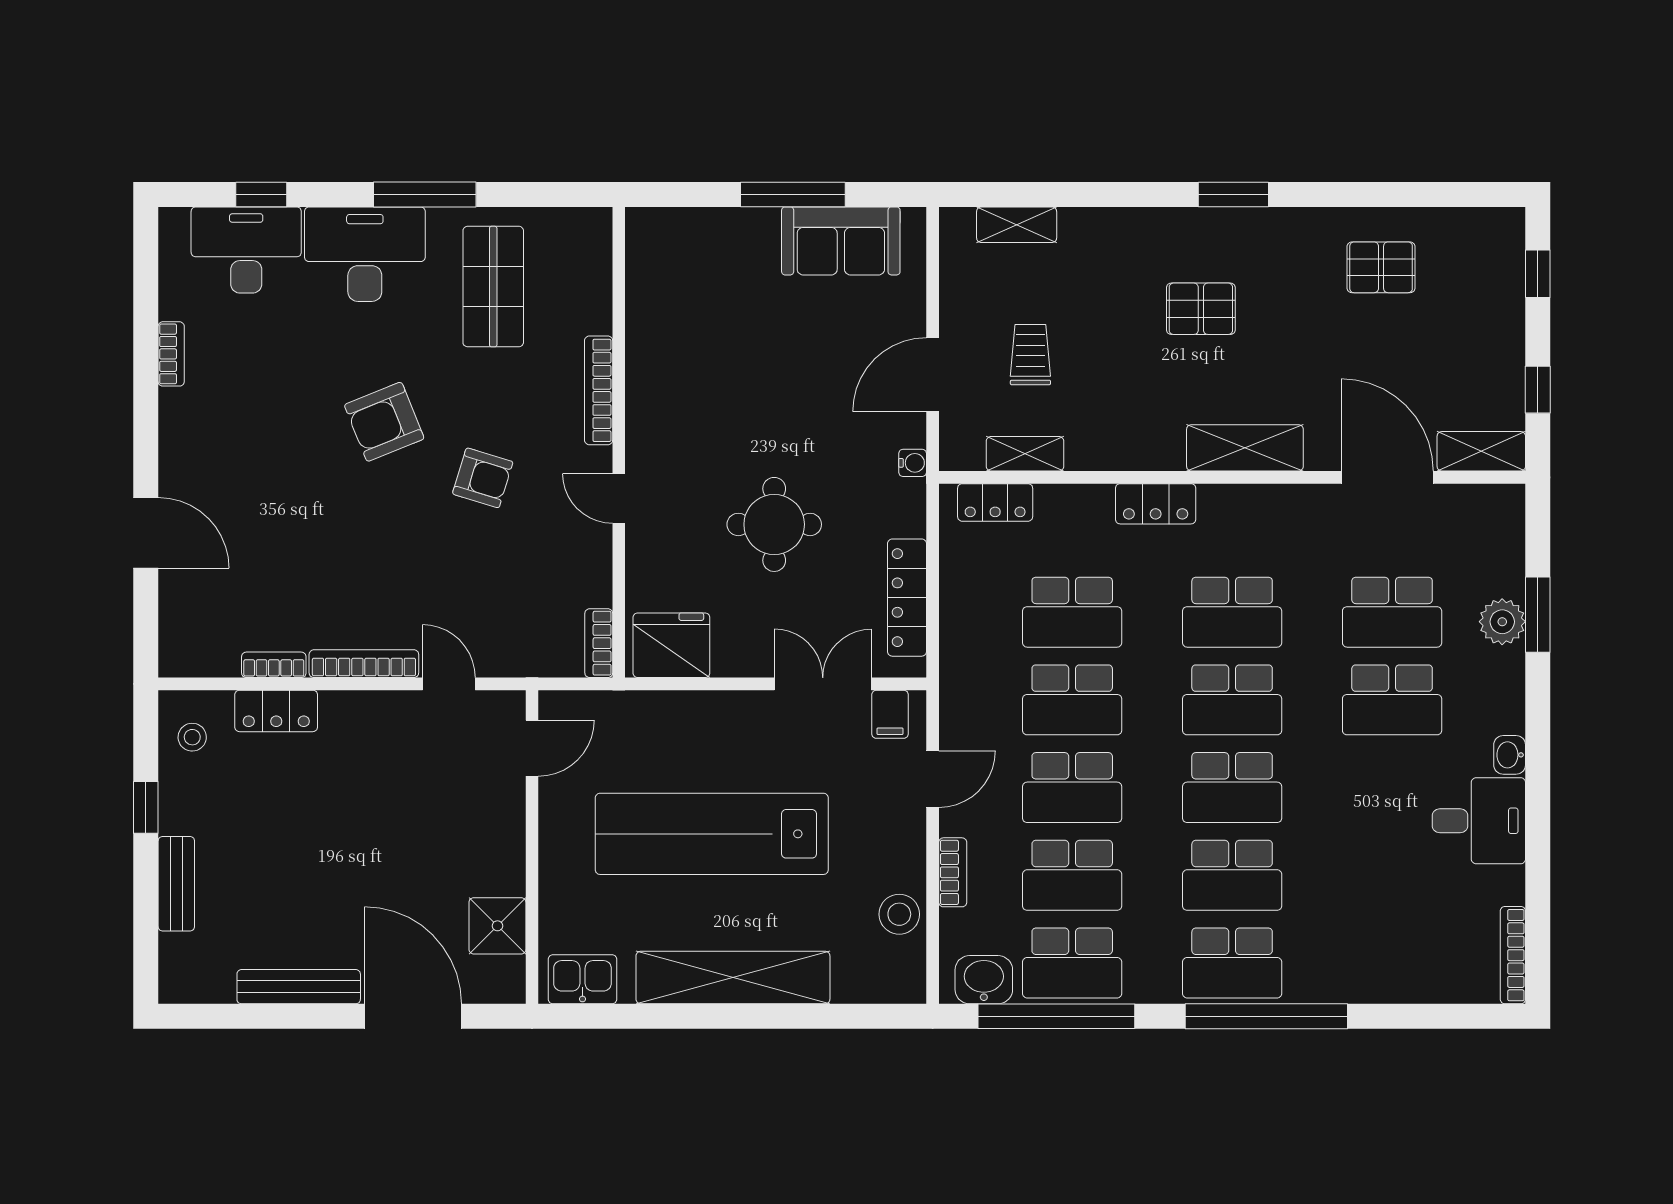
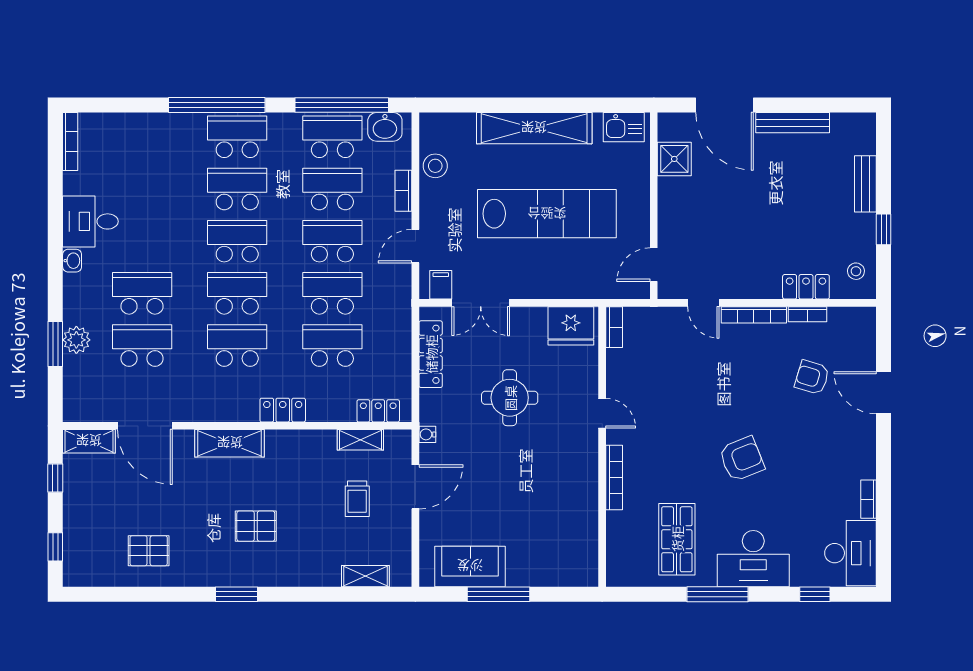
desk: (246, 250) -> (850, 553), moved, turned -90
armchair: (483, 478) -> (812, 377), moved

